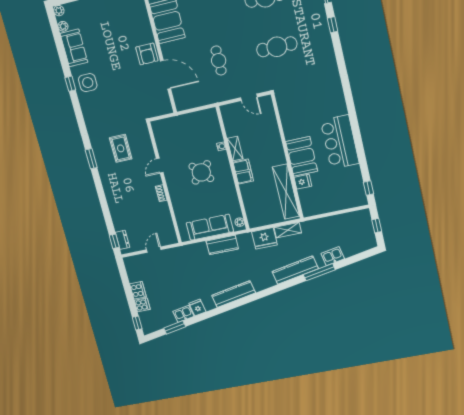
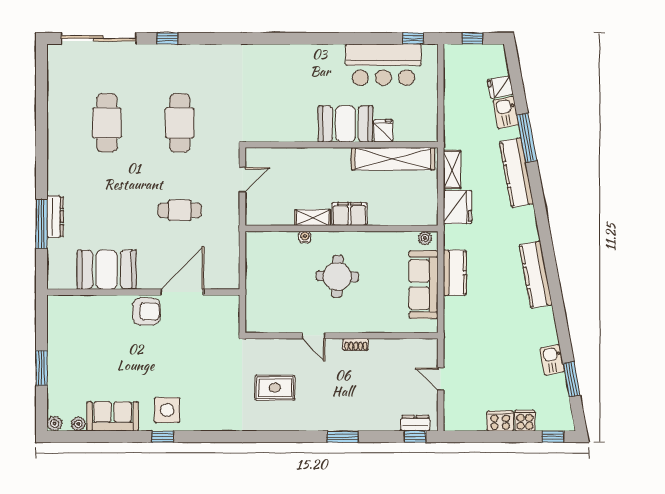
bar counter: (340, 142) -> (383, 65), moved
window: (91, 159) -> (343, 437), moved
round table: (201, 172) -> (337, 276), turned 45
fridge: (197, 308) -> (500, 87), moved

